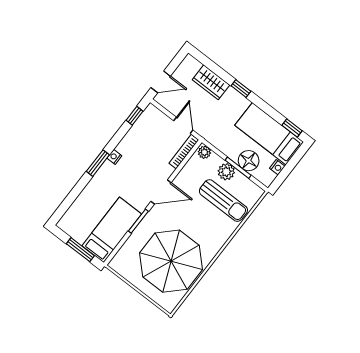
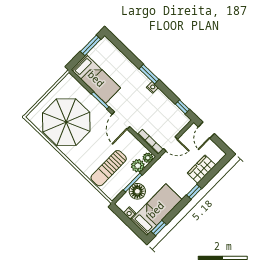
plant: (226, 172) -> (138, 166), moved
window: (80, 250) -> (91, 45), moved

